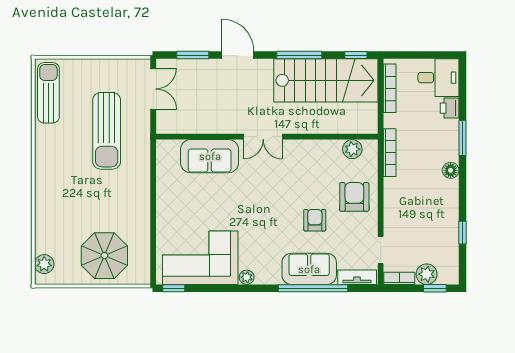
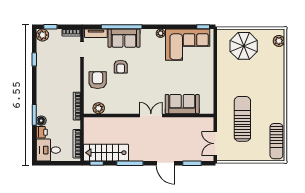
stairs: (326, 80) -> (106, 153), width x0.73, depth x0.66
floor lamp: (451, 170) -> (41, 121), moved
armchair: (354, 197) -> (98, 80), turned 180
plant: (427, 274) -> (42, 35), moved

